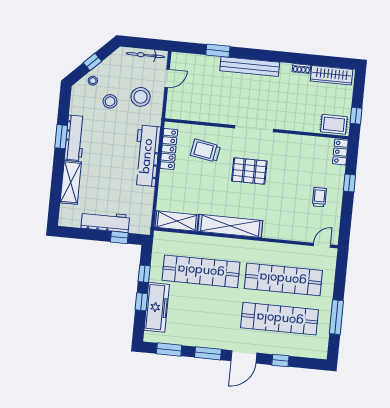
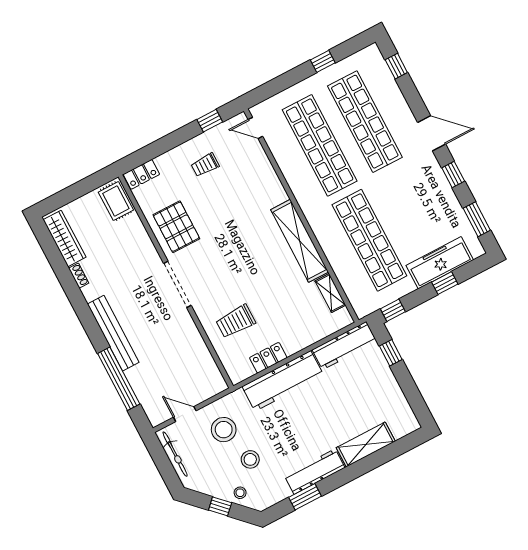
window: (218, 51) -> (119, 379), width x2.11
window: (356, 116) -> (91, 183), removed
window: (61, 137) -> (305, 497), moved
locker: (169, 149) -> (268, 358), width x0.66
trolley: (205, 151) -> (236, 321), turned 80
pallet: (249, 171) -> (176, 227), moved
window: (349, 183) -> (210, 121), moved
shelving: (177, 221) -> (330, 293), width x0.67, depth x0.75
workbench: (105, 222) -> (344, 346), moved, turned -90
window: (144, 274) -> (393, 310), moved
window: (336, 317) -> (323, 61), width x0.46
window: (208, 353) -> (453, 174), width x0.67
window: (280, 360) -> (396, 66), moved

